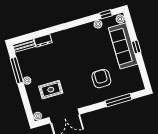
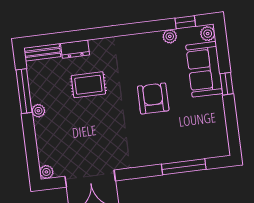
sofa: (123, 46) -> (204, 69), width x0.73
armchair: (101, 79) -> (153, 98), moved
rug: (51, 90) -> (88, 85), moved

